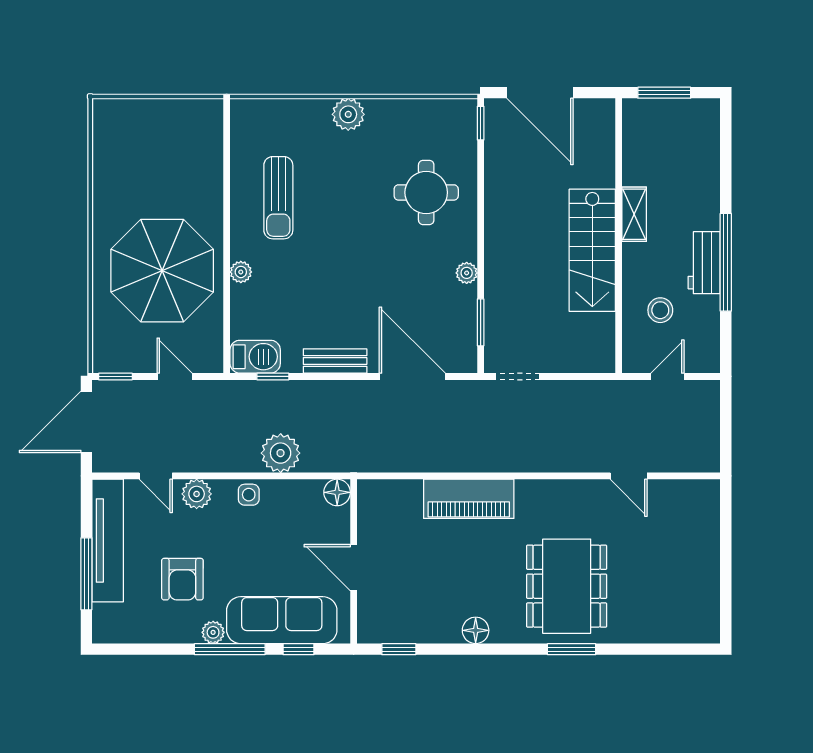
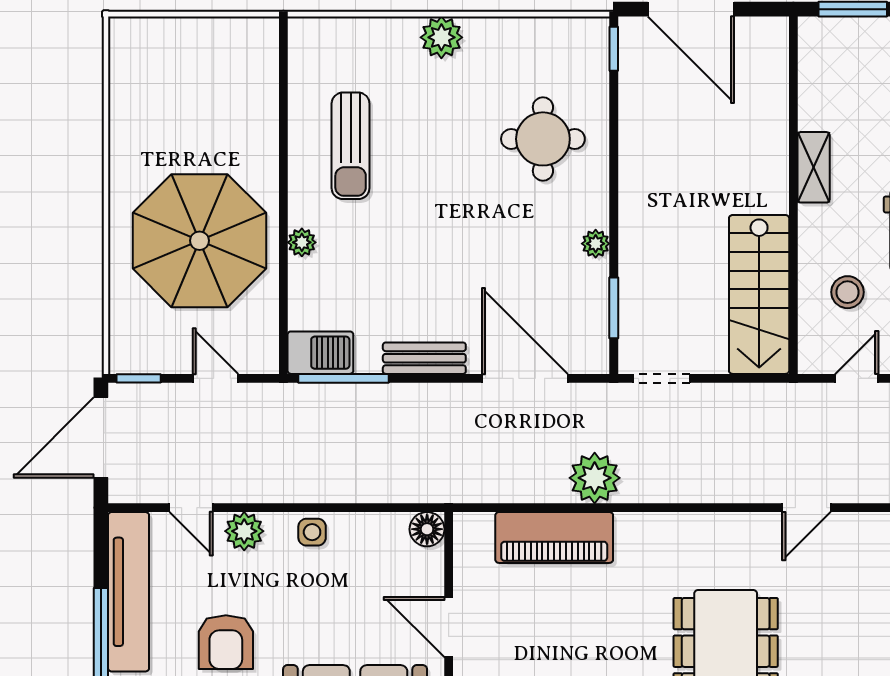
stairs: (592, 250) -> (759, 294), moved
window: (273, 376) -> (344, 378), width x2.17
plant: (281, 453) -> (595, 478), moved
door: (629, 476) -> (806, 508), hinge flipped
piano: (469, 499) -> (554, 537), moved

